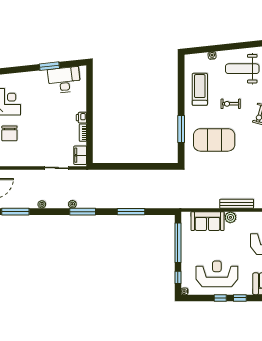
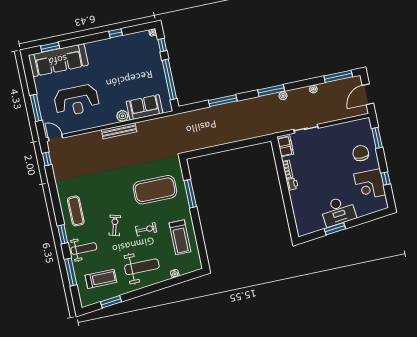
desk: (64, 80) -> (338, 211), moved
reception desk: (217, 274) -> (124, 57), removed
window: (240, 298) -> (96, 37), removed

